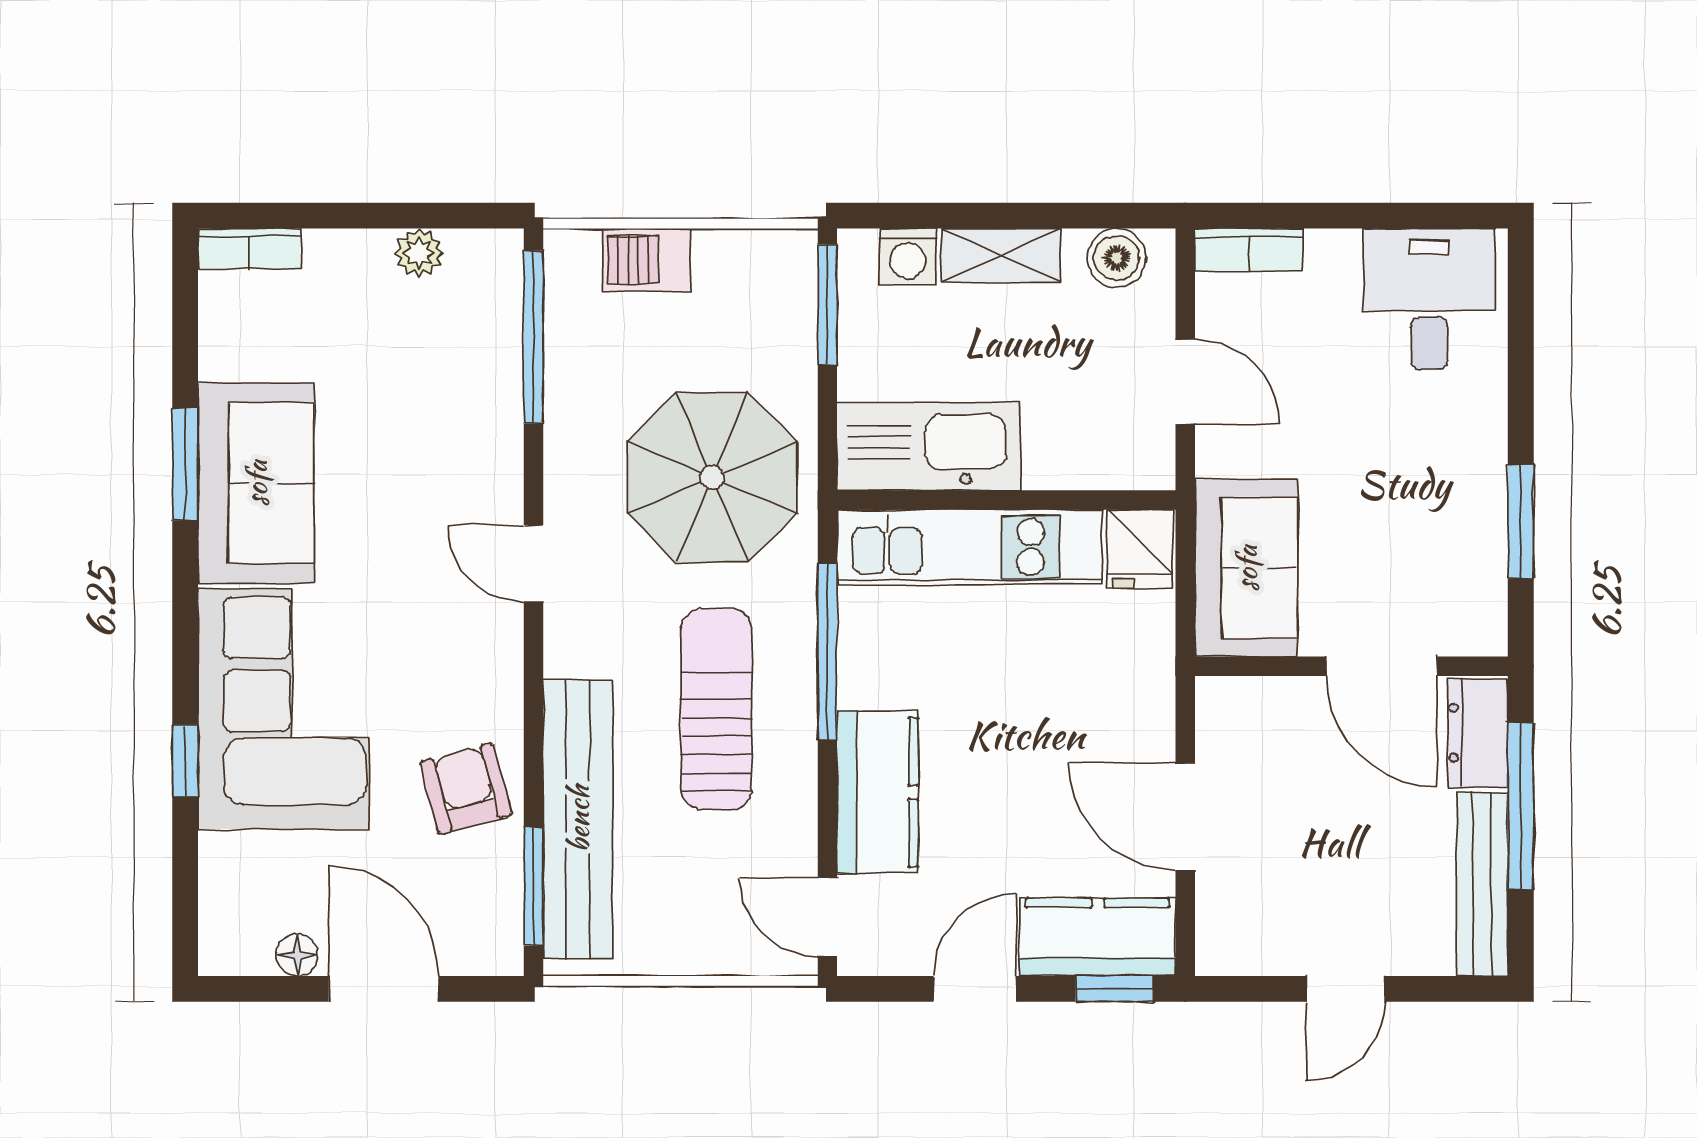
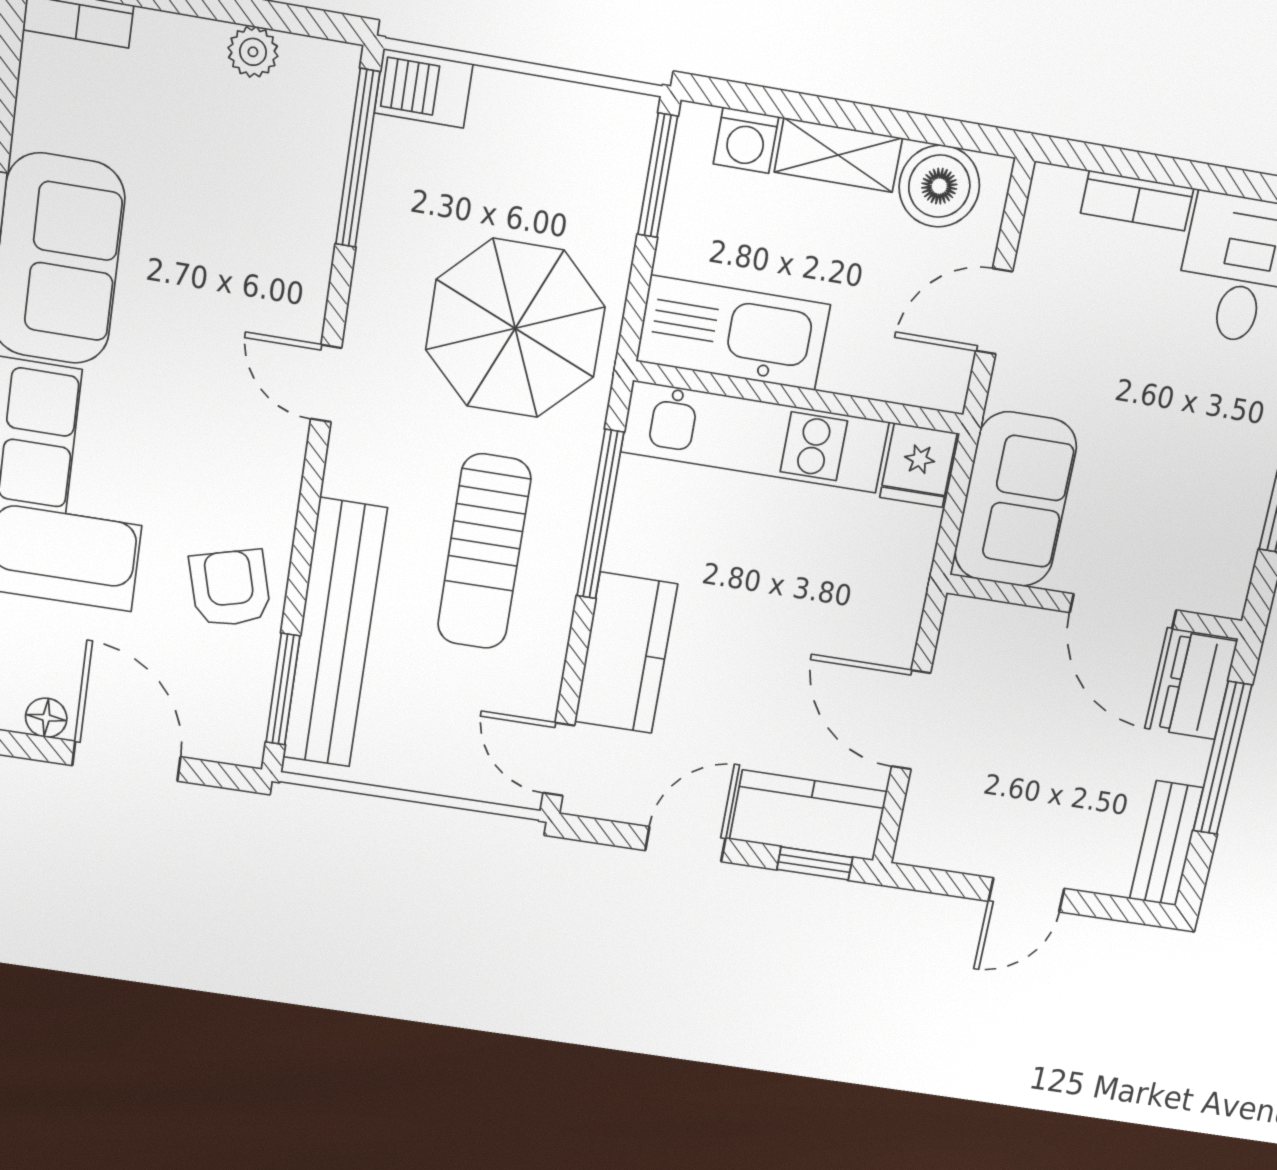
bookcase: (1249, 250) -> (1137, 201), moved
boiler: (1117, 258) -> (939, 186), width x1.36, depth x1.36
barbecue: (646, 260) -> (423, 88), moved
door: (1185, 382) -> (994, 311), swing flipped
sun lounger: (716, 709) -> (484, 552), turned 180
bench: (1482, 884) -> (1166, 843), width x0.73

